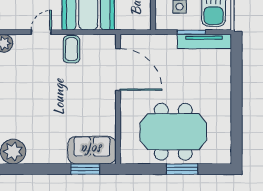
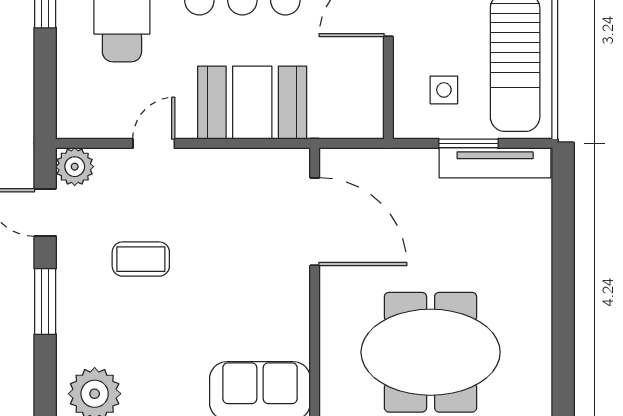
coffee table: (72, 49) -> (141, 259), moved, turned 90

